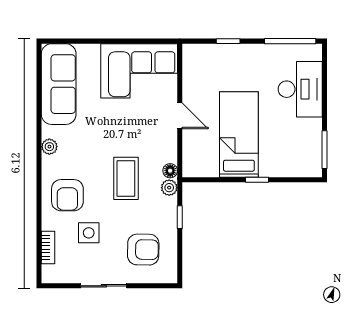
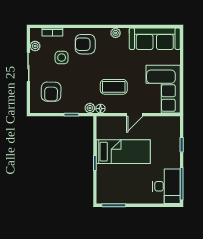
desk: (300, 89) -> (166, 186), moved, turned -90
coffee table: (126, 178) -> (114, 87), moved
plant: (70, 275) -> (35, 46), added

